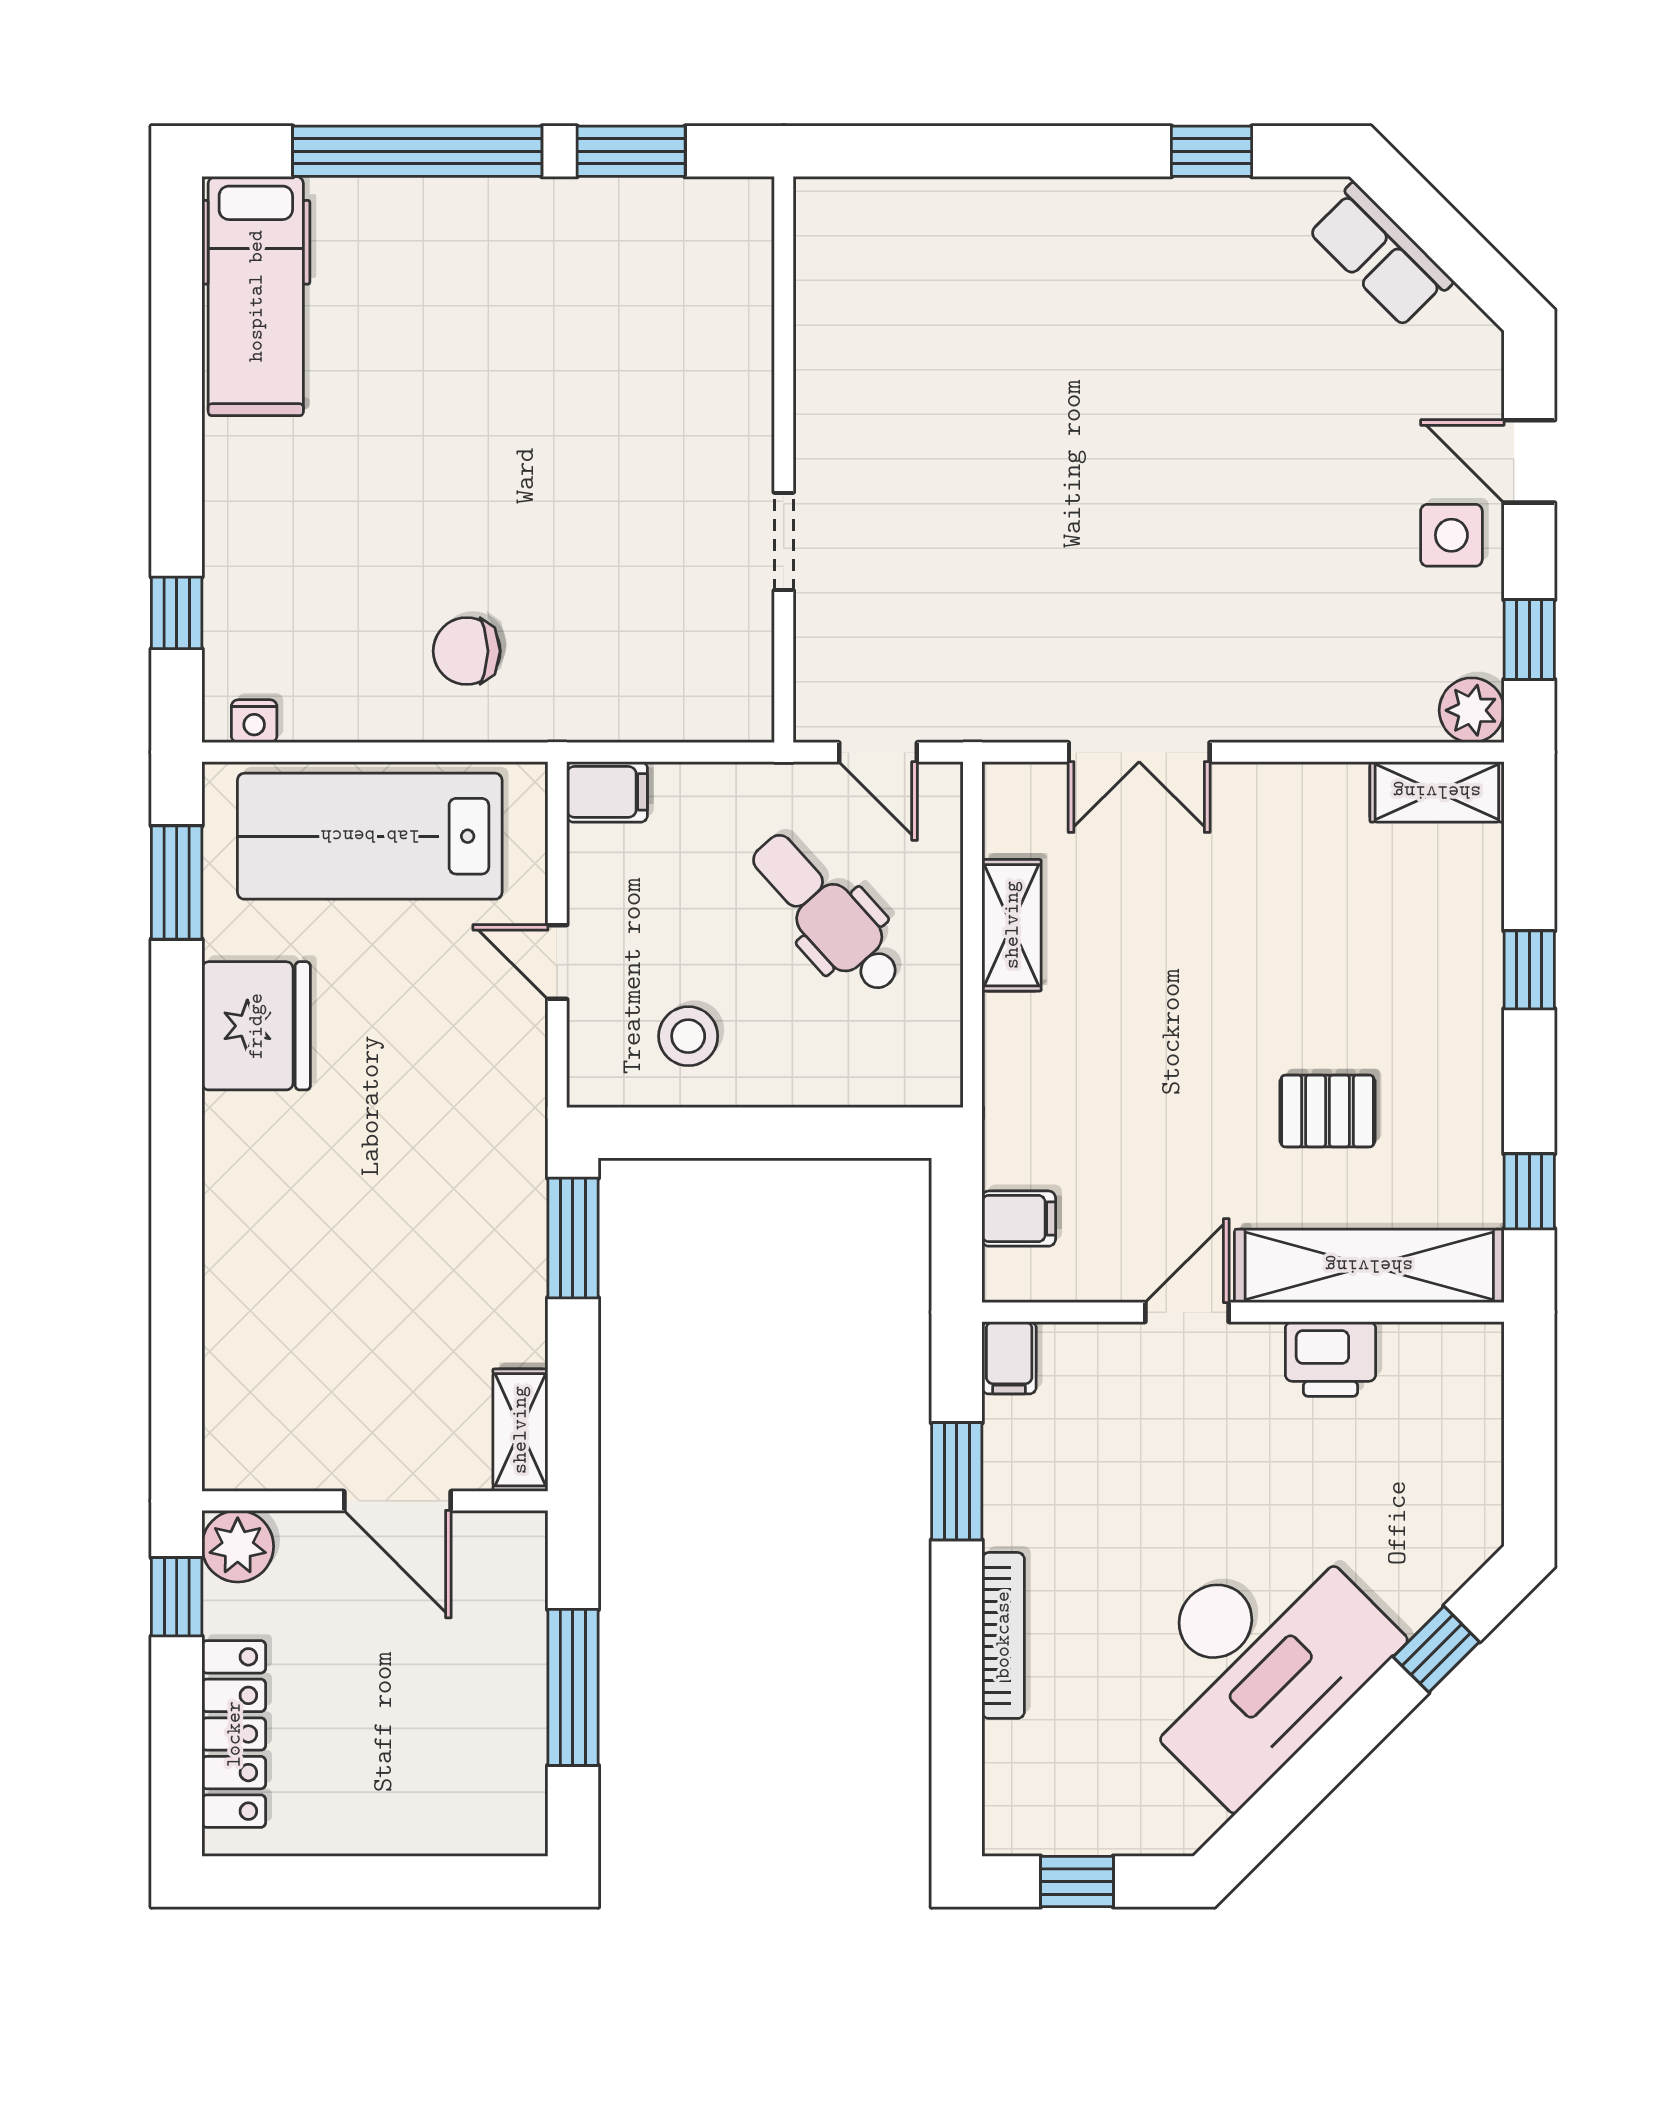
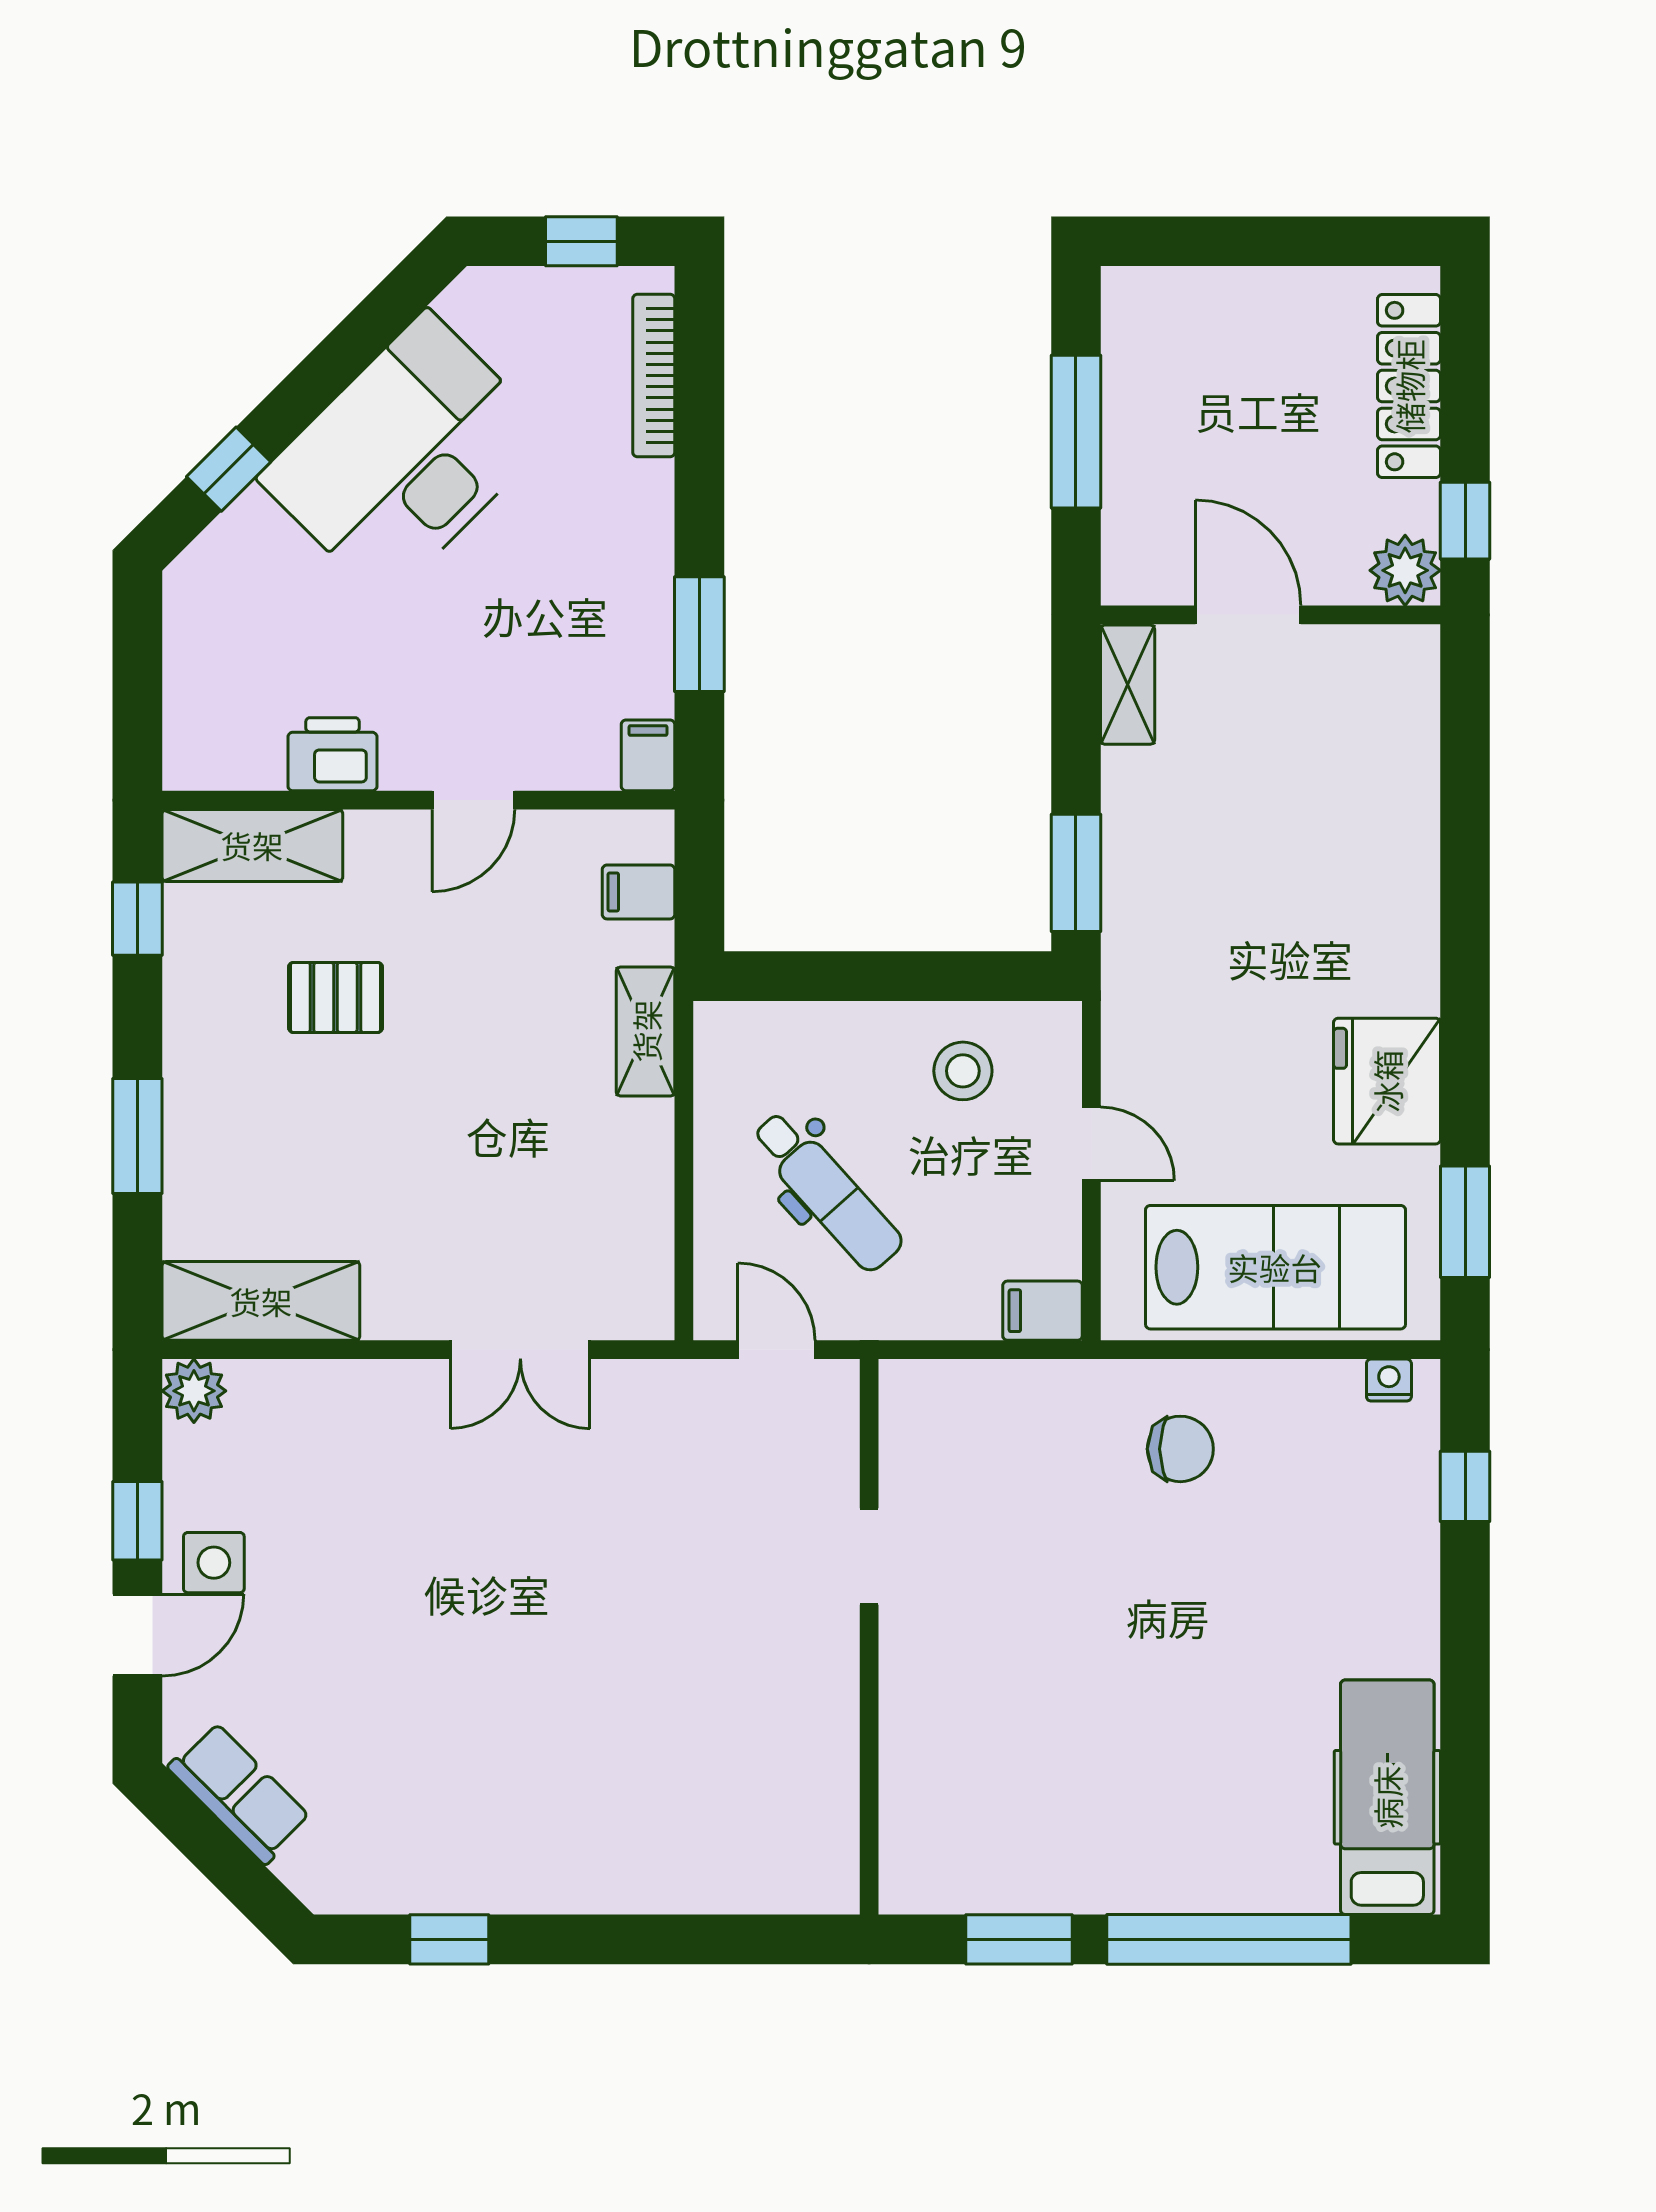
row of seats: (1380, 255) -> (239, 1793), moved
door: (1529, 461) -> (137, 1635), hinge flipped
window: (1529, 640) -> (137, 1521), moved
double door: (1139, 752) -> (520, 1350), swing flipped
shelving: (1437, 792) -> (261, 1301), width x1.50, depth x1.33
shelving: (1012, 925) -> (646, 1031), moved
window: (1529, 970) -> (137, 1136), width x1.50
shelving: (1369, 1266) -> (252, 845), width x0.68
bookcase: (1003, 1635) -> (654, 376), moved

